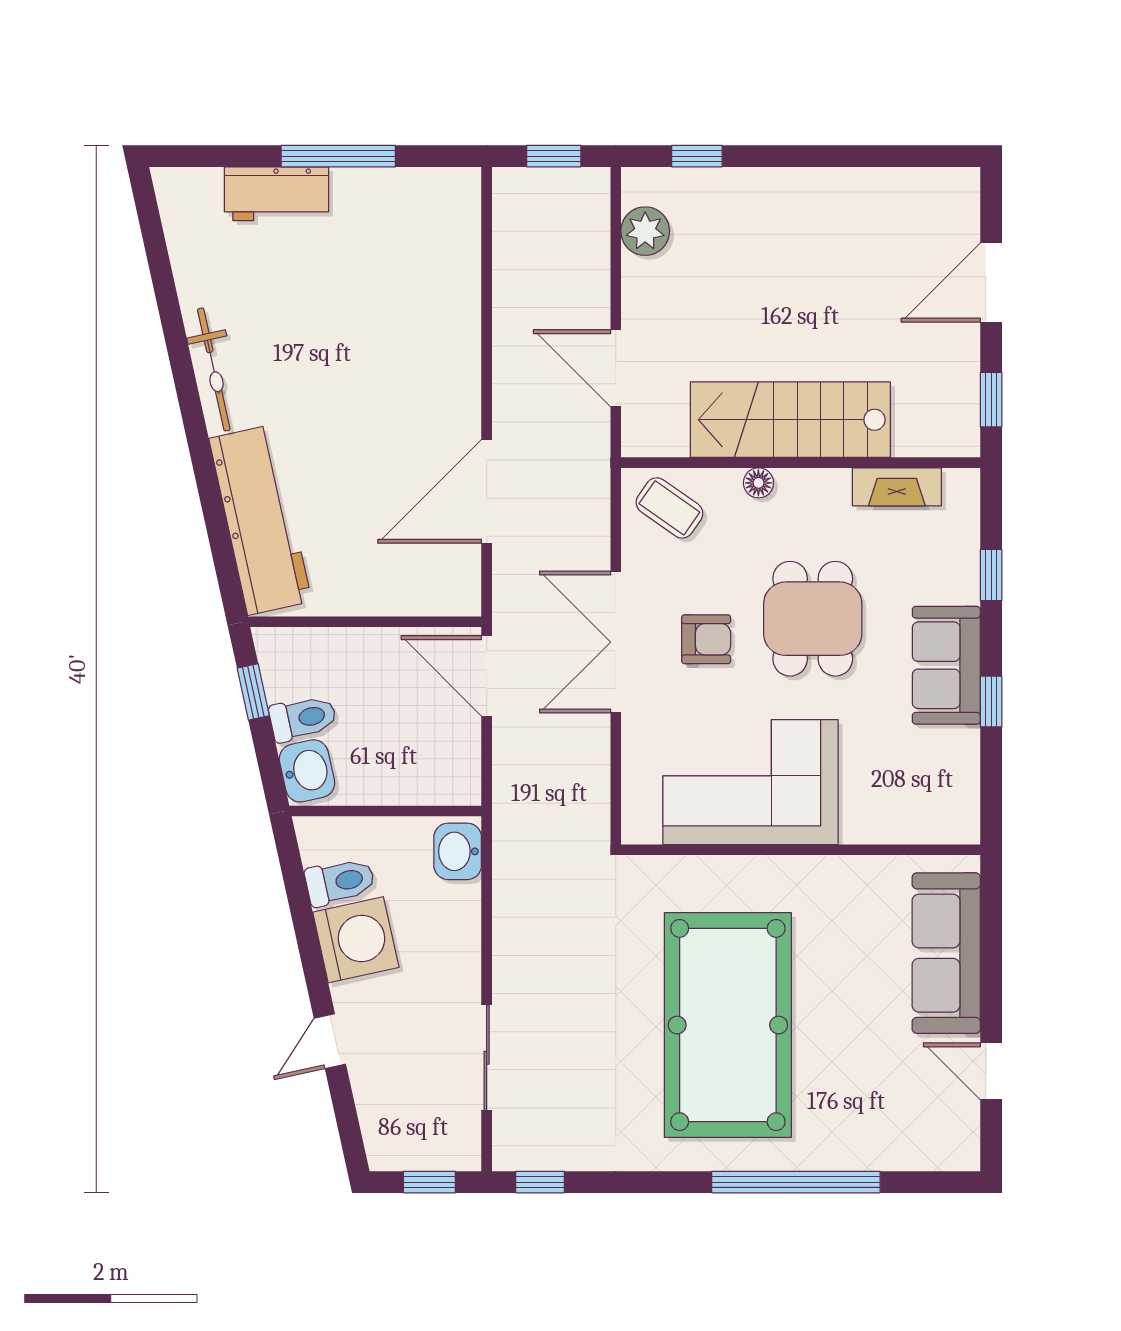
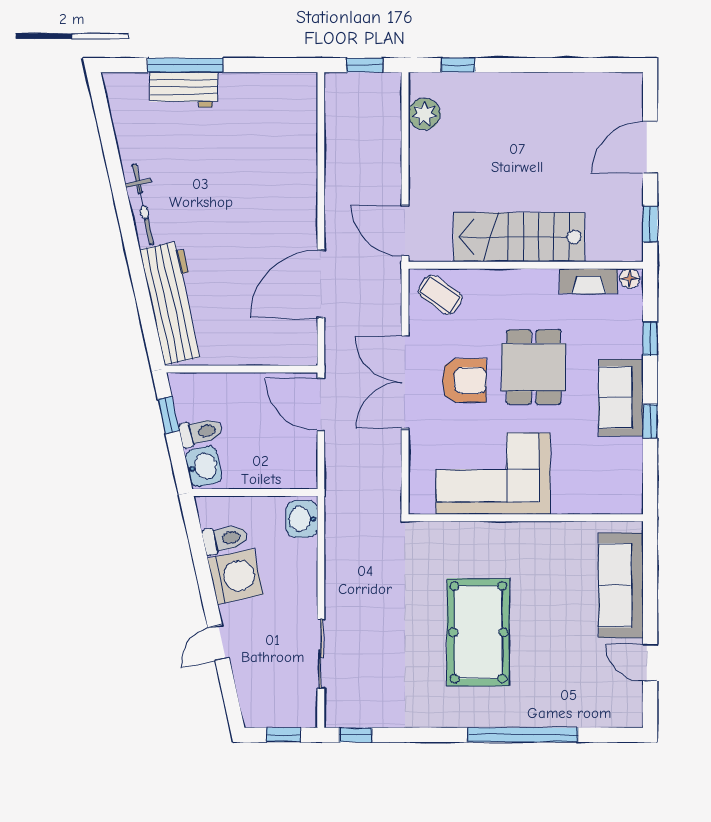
window: (338, 156) -> (185, 65), moved
door: (616, 368) -> (405, 231), moved
floor lamp: (758, 483) -> (630, 278), moved
armchair: (706, 639) -> (464, 380), width x1.38, depth x1.38
pool table: (728, 1025) -> (478, 632), width x0.73, depth x0.76

